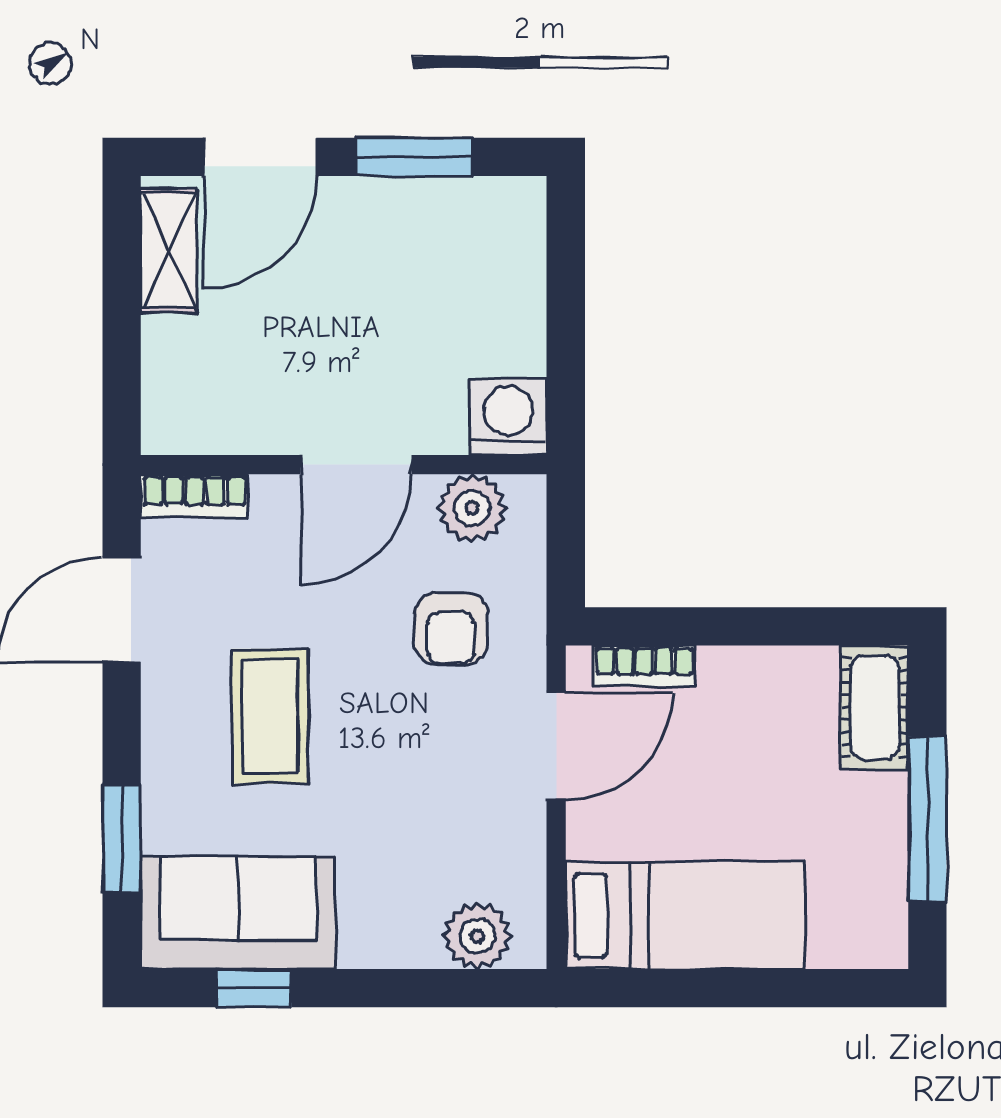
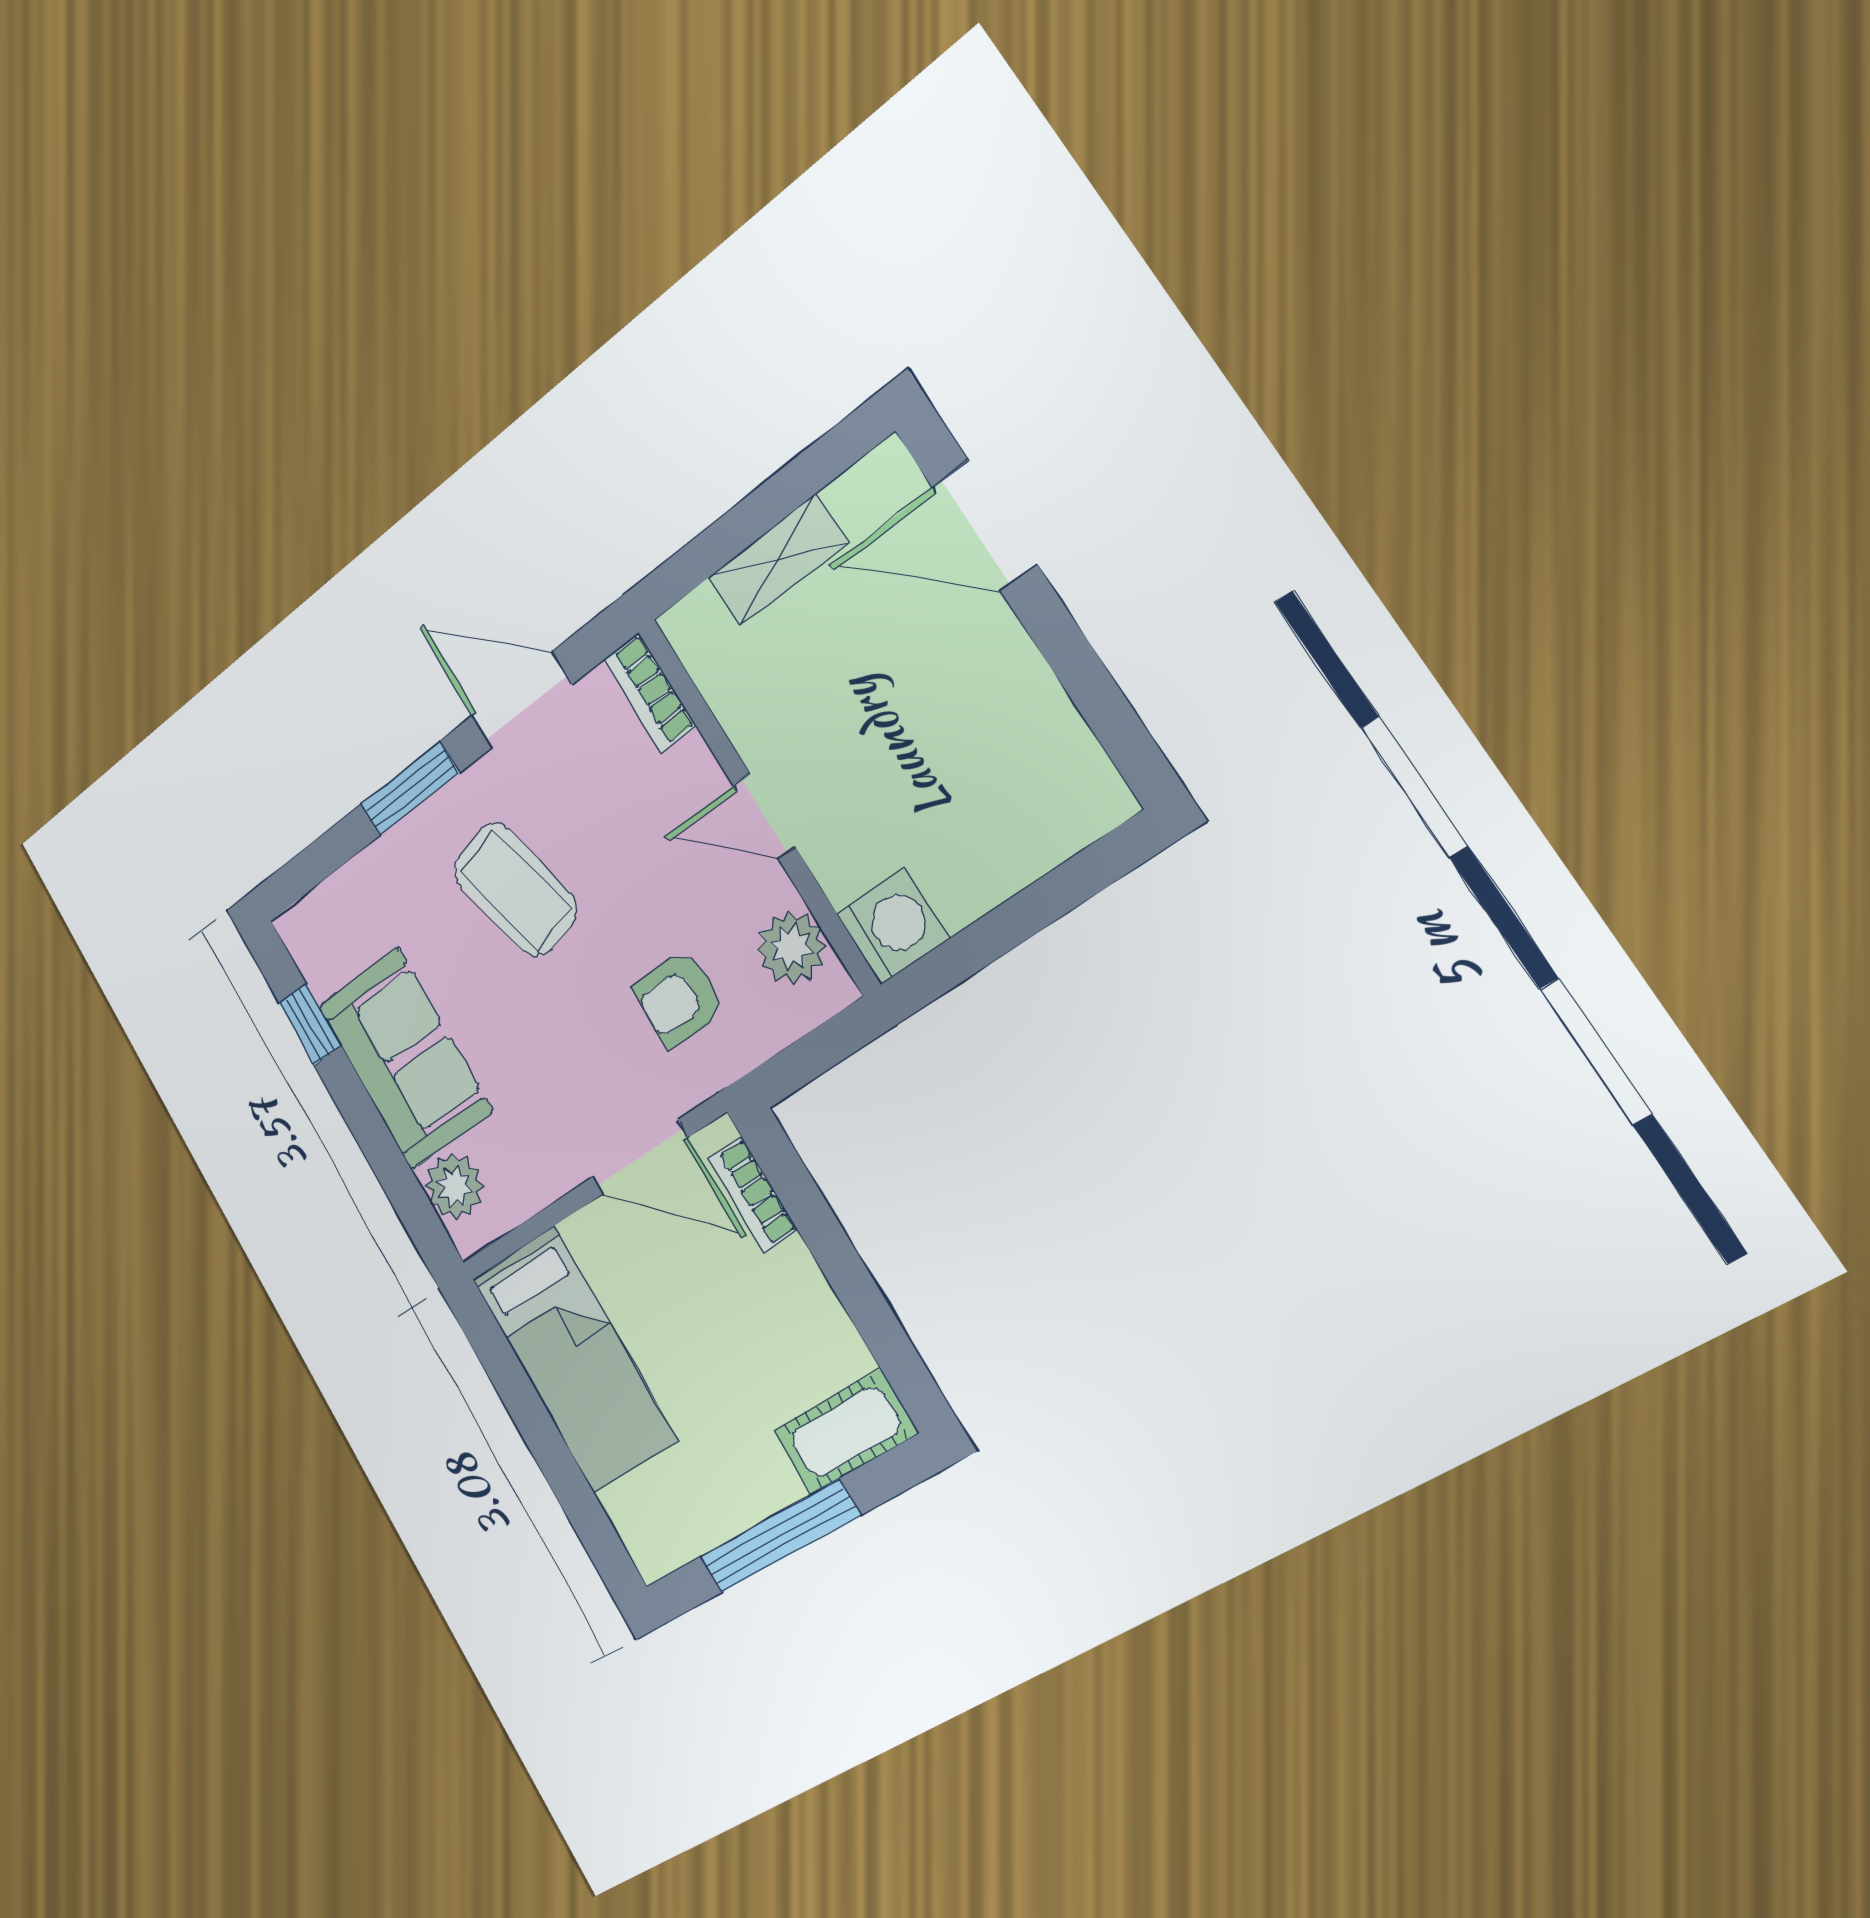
window: (414, 157) -> (1079, 669), removed
shelving: (169, 251) -> (777, 560), moved
door: (356, 465) -> (764, 816), width x0.73
coffee table: (270, 716) -> (515, 890), turned 76
window: (122, 838) -> (410, 788), moved
sofa: (238, 913) -> (405, 1058), moved

